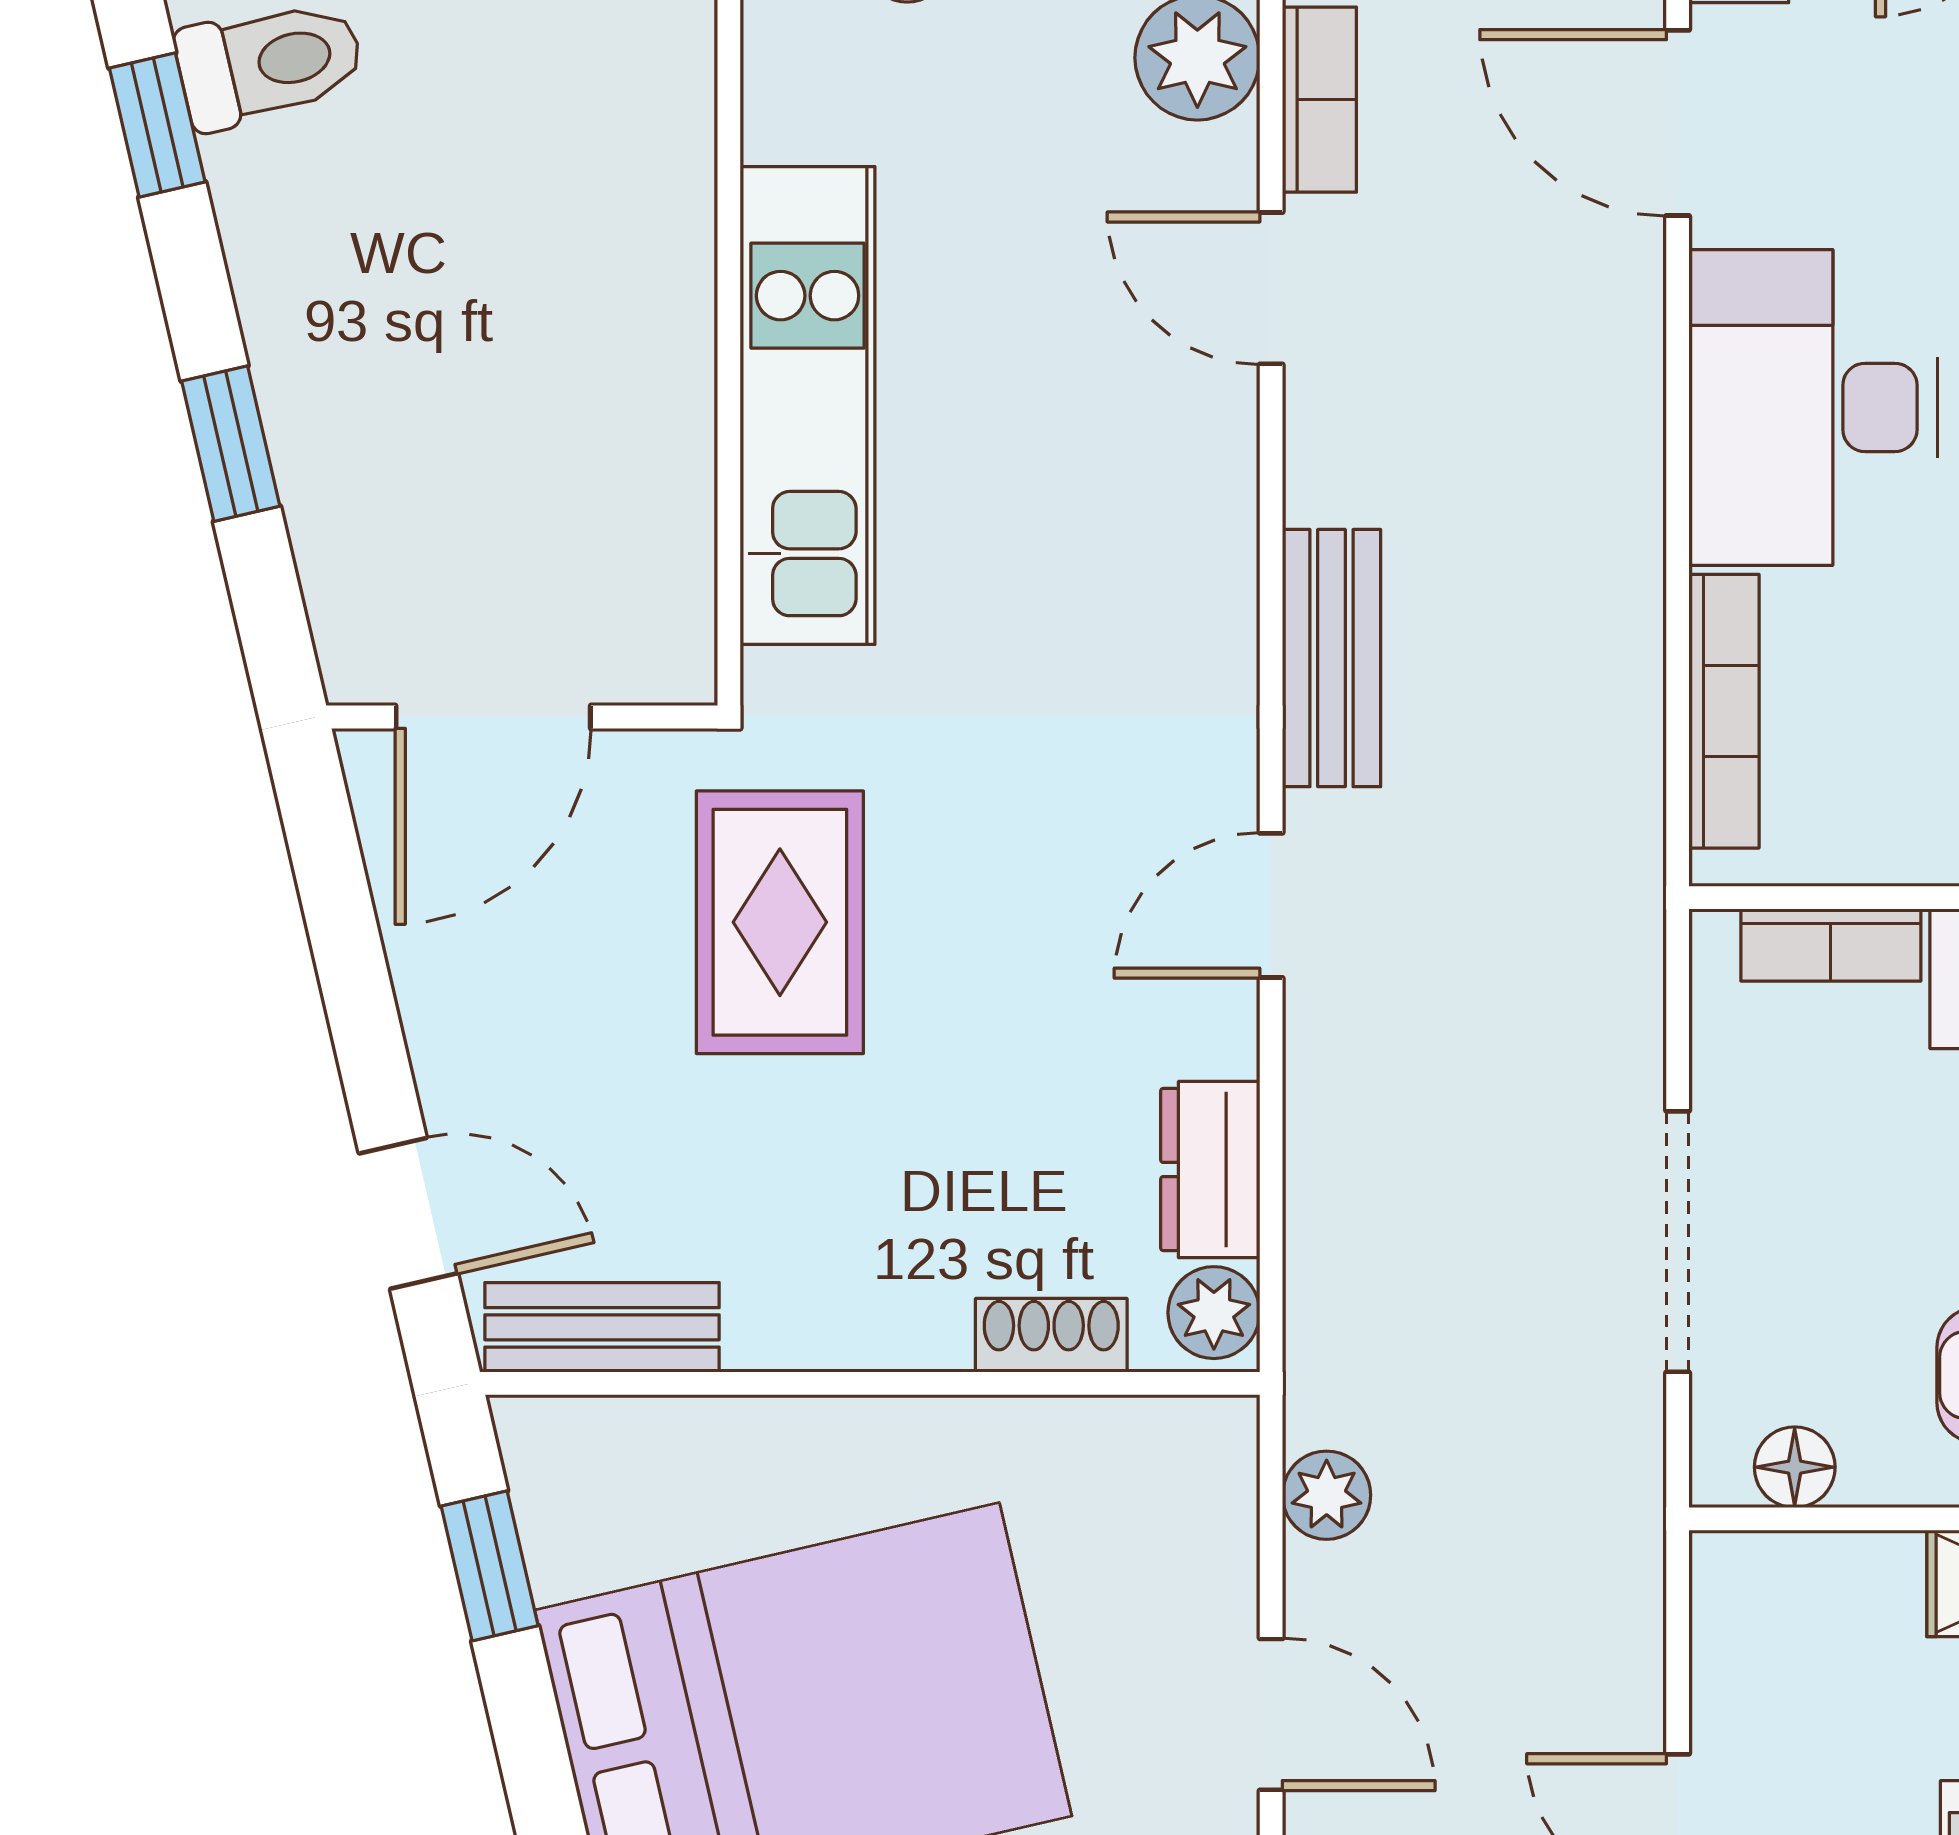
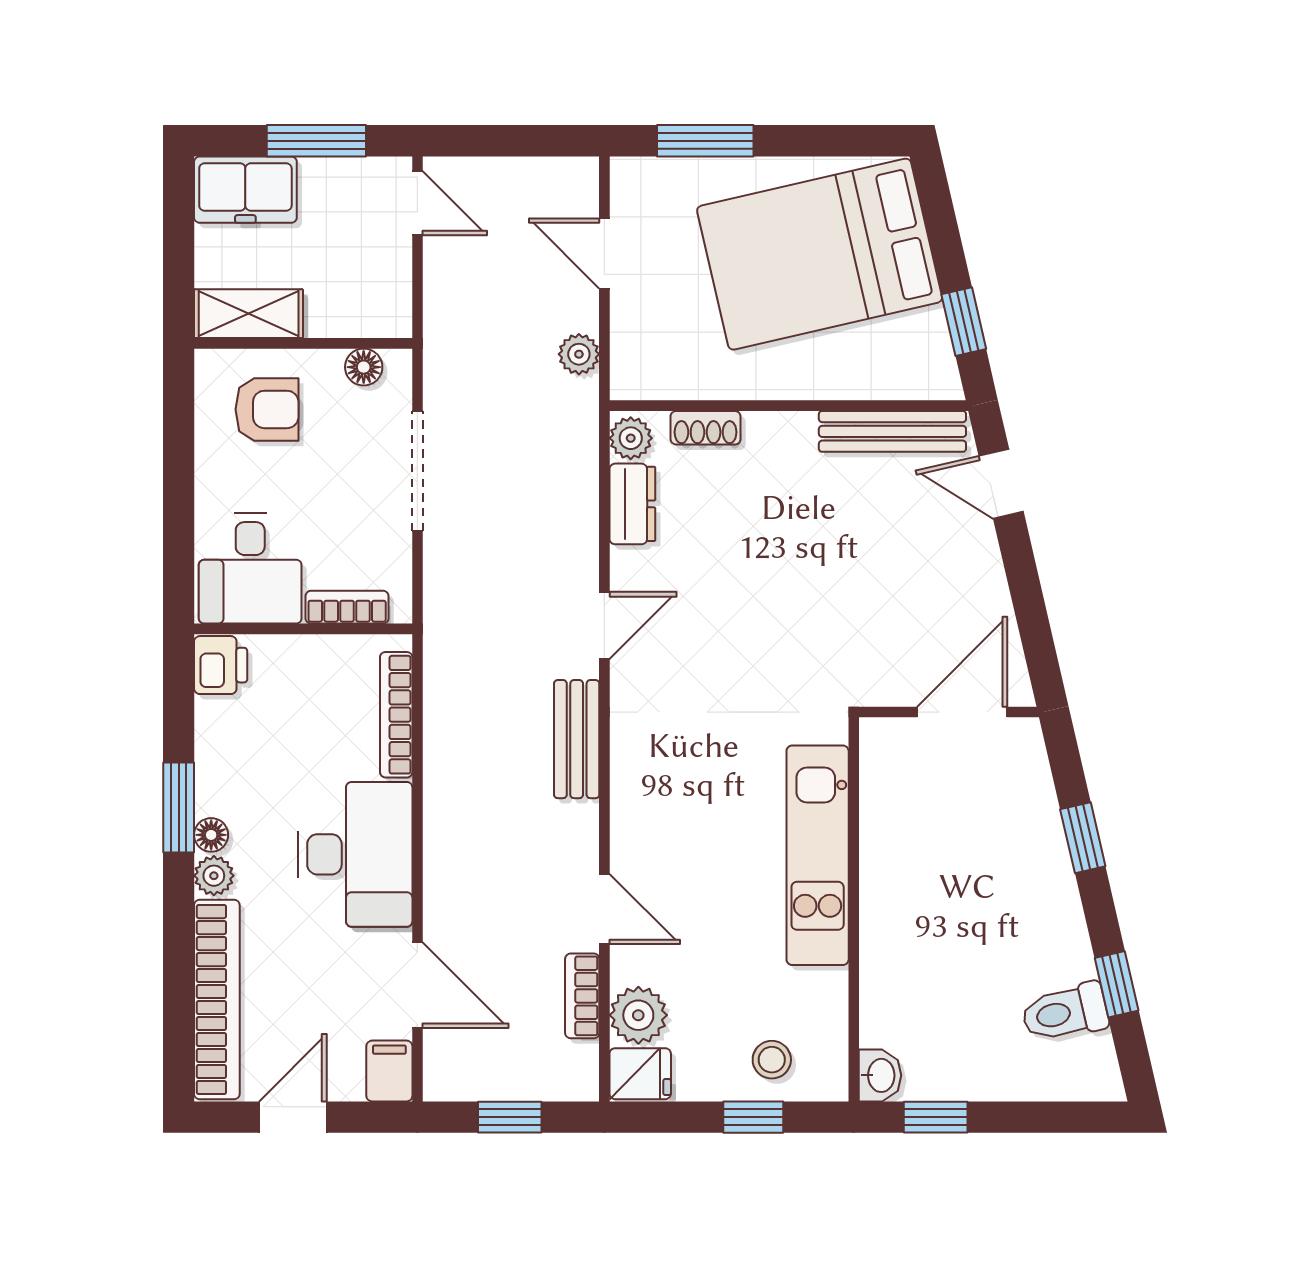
rug: (780, 922) -> (830, 618), removed
bench: (602, 1327) -> (892, 431), width x1.36

